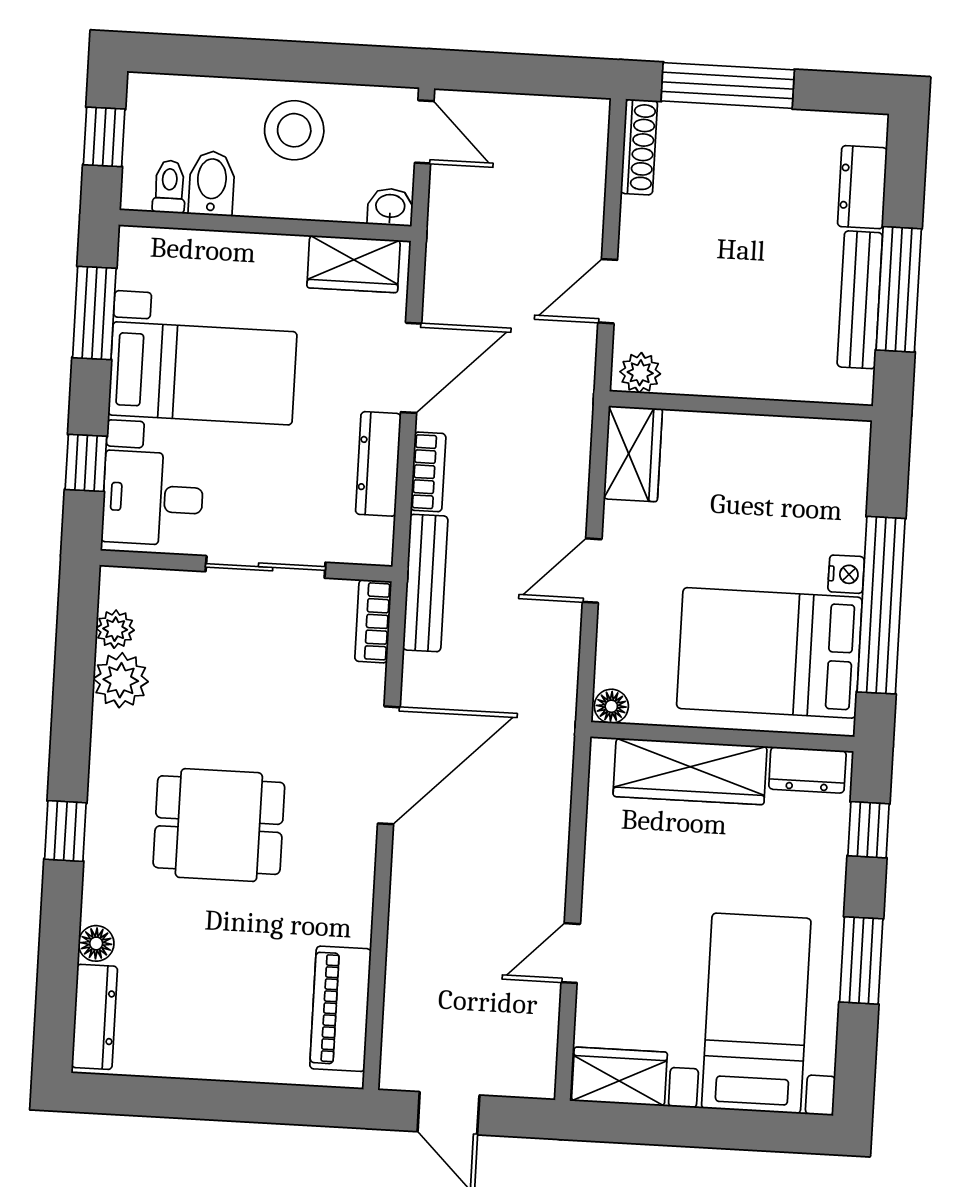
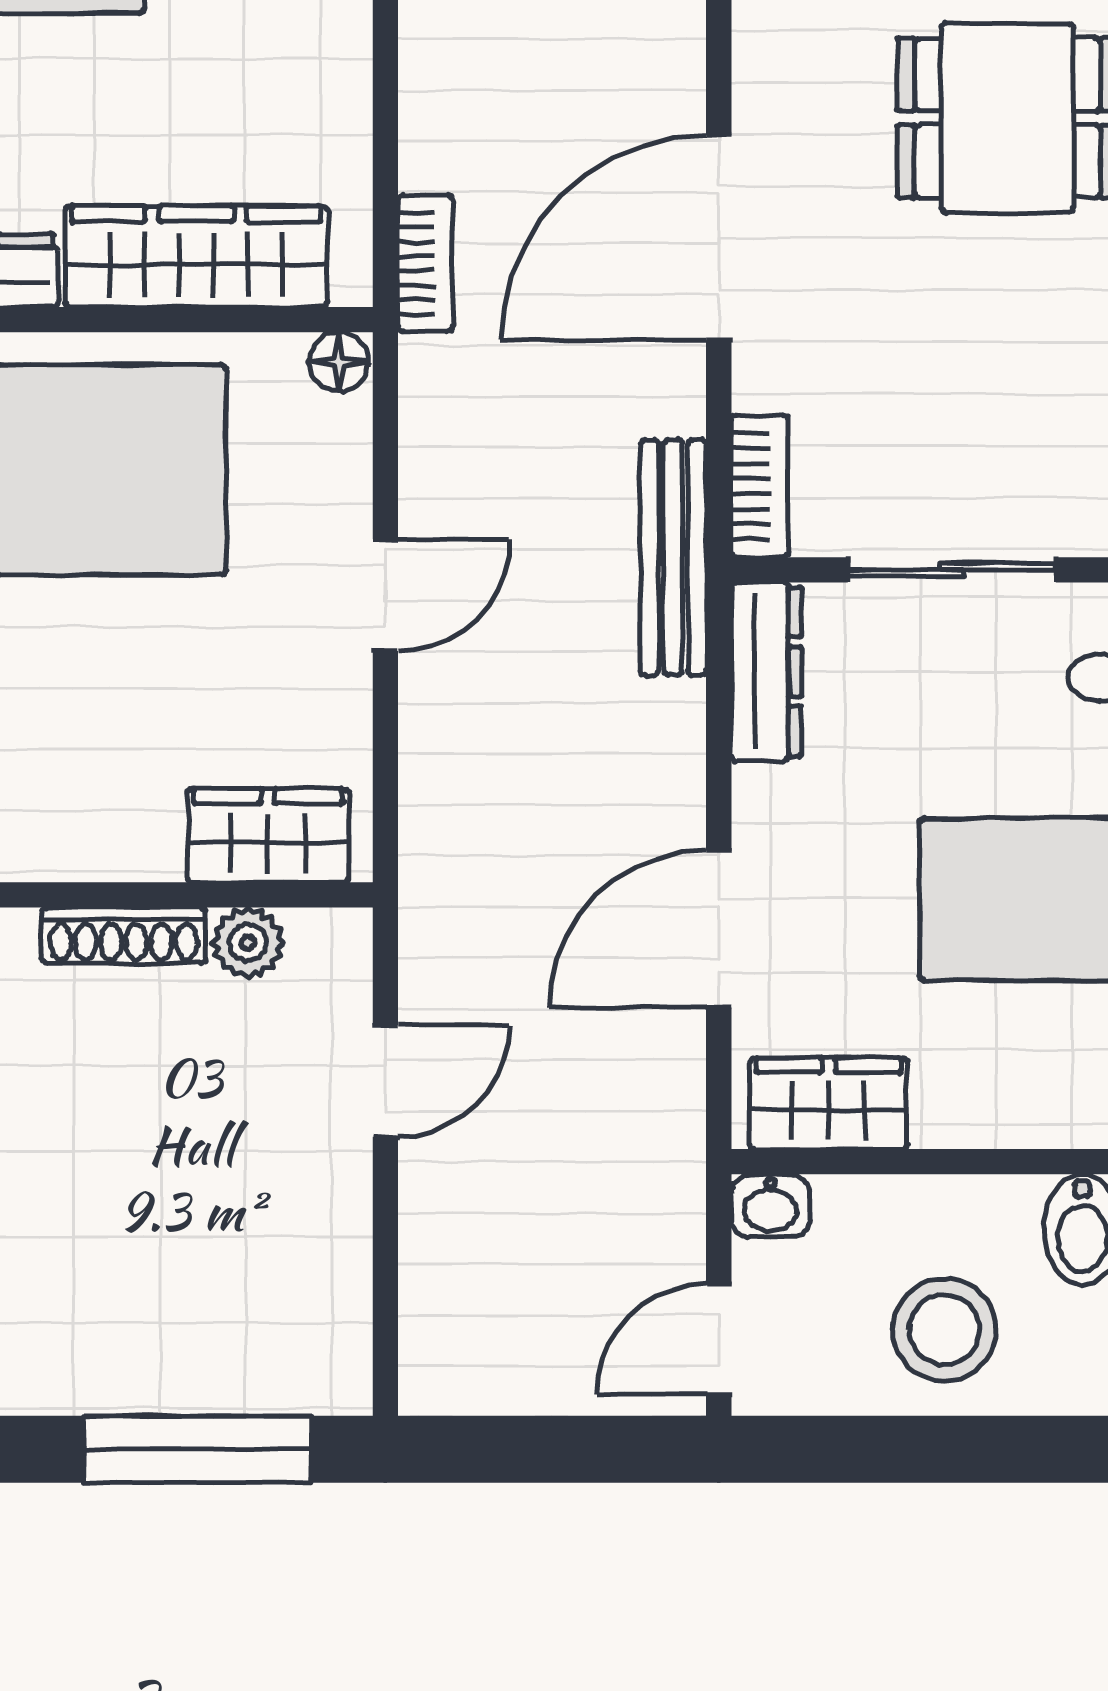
door: (424, 132) -> (719, 1339), hinge flipped
shoe rack: (639, 147) -> (124, 935), moved, turned -90
plant: (640, 373) -> (248, 943), moved
wardrobe: (633, 454) -> (268, 836), moved, turned 90
dresser: (378, 464) -> (766, 672), moved
bookcase: (428, 472) -> (425, 263), moved, turned 180

